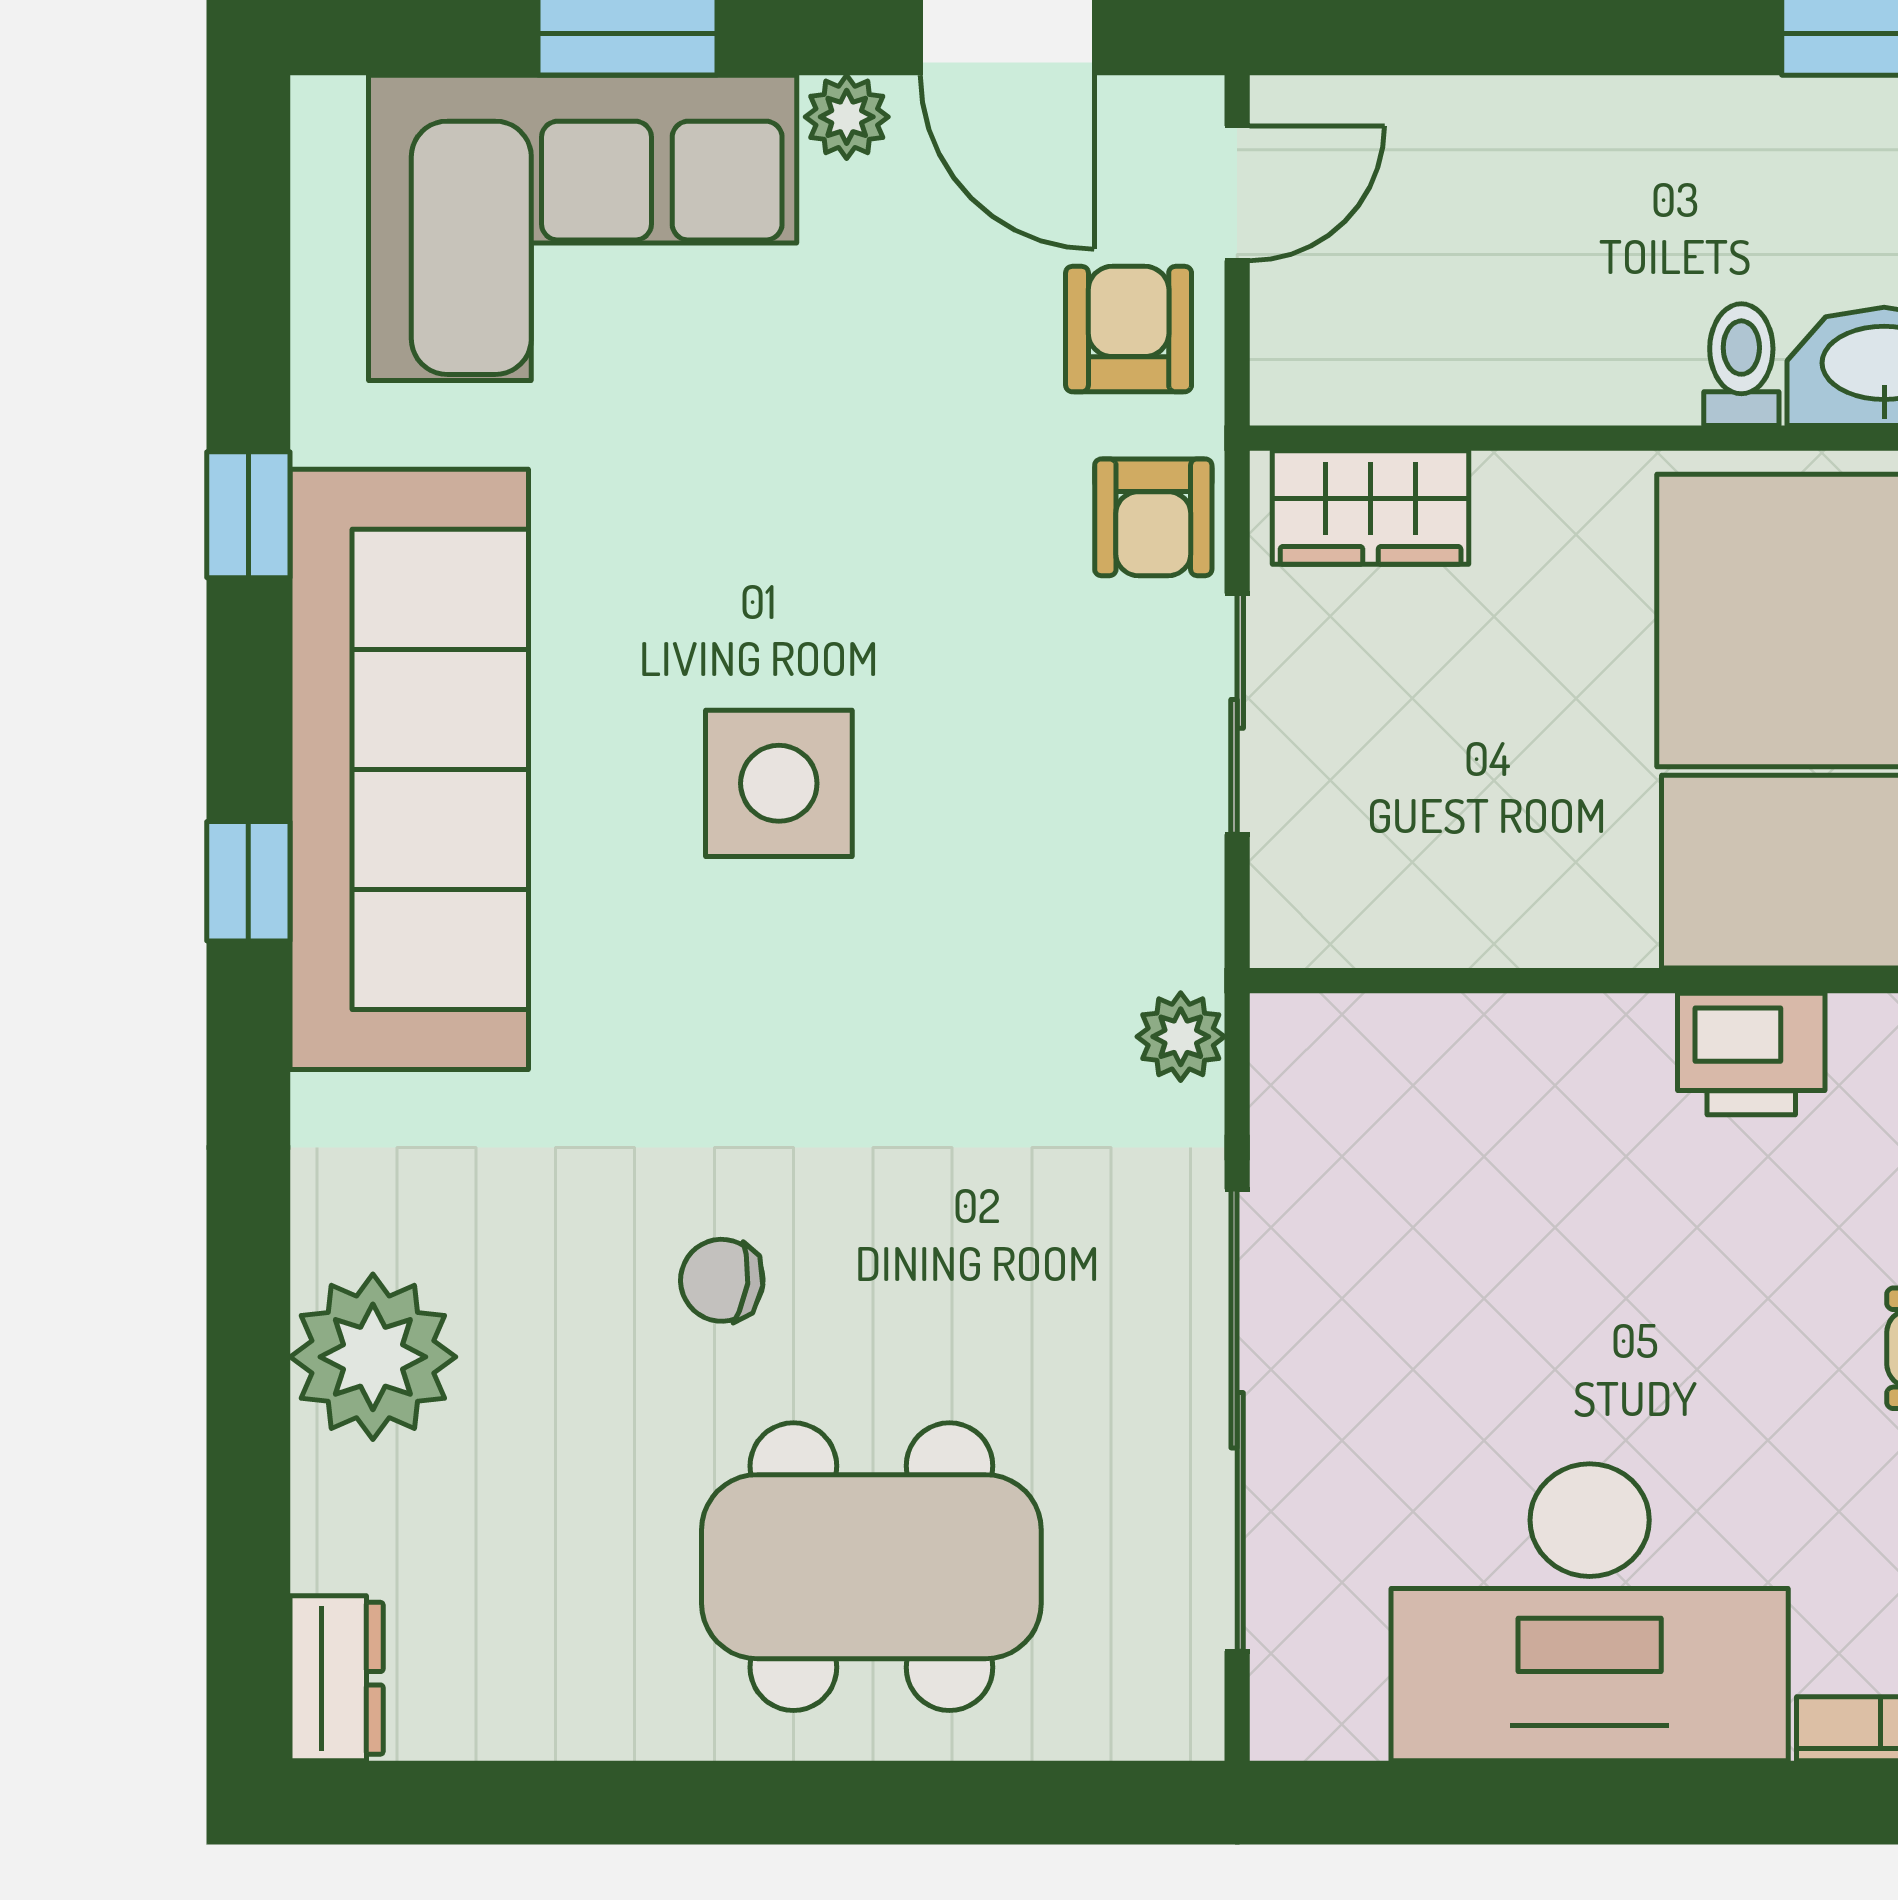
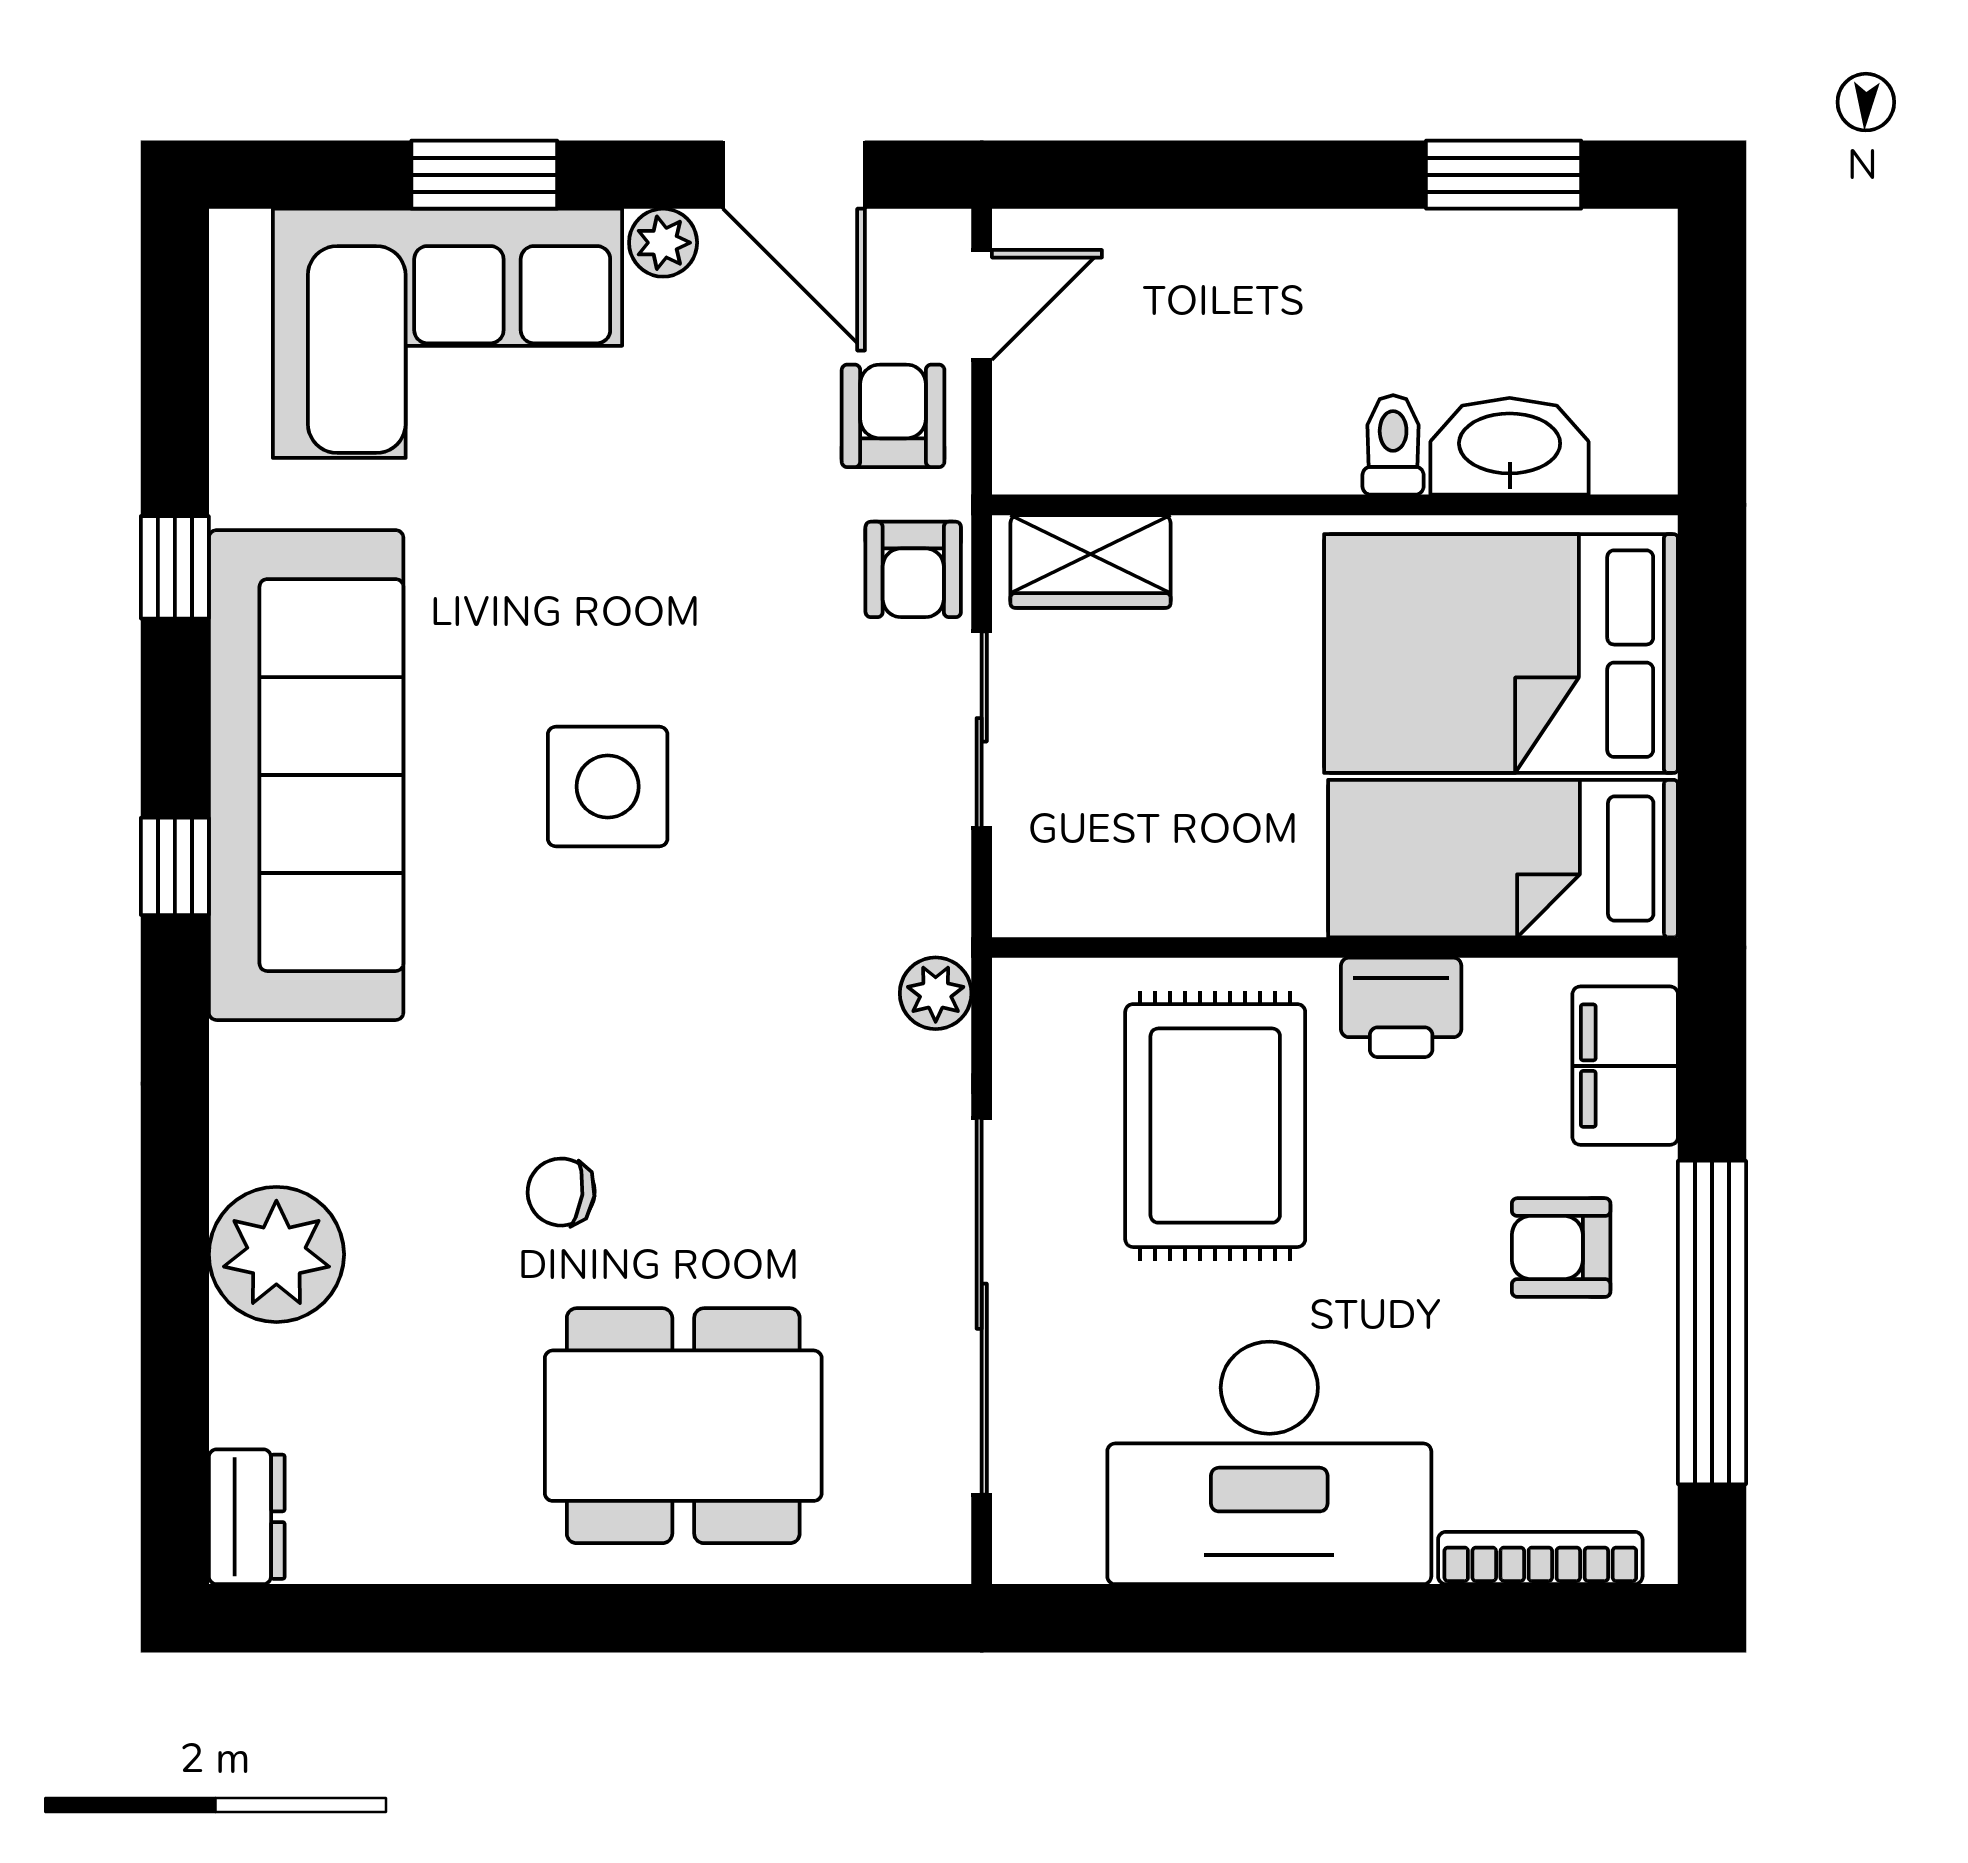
rug: (1523, 1199) -> (1215, 1126), added

